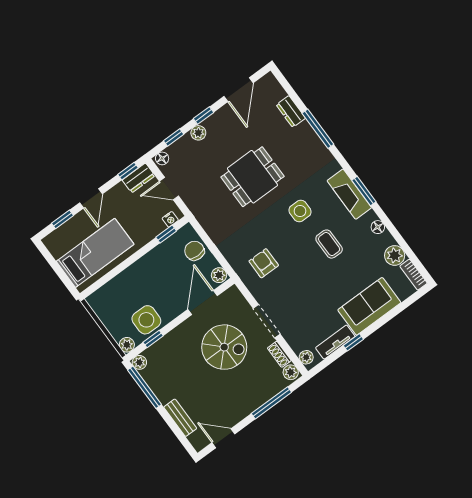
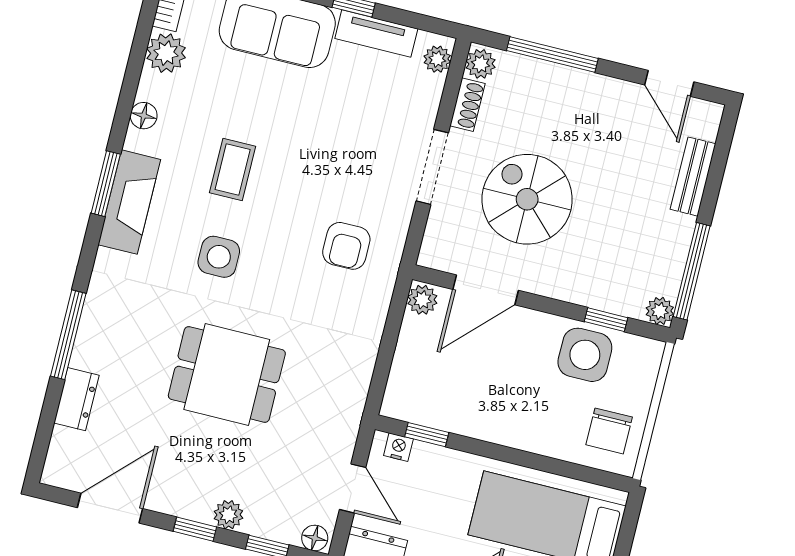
chair: (194, 251) -> (609, 431), moved
plant: (127, 345) -> (649, 353), removed

